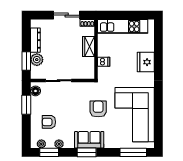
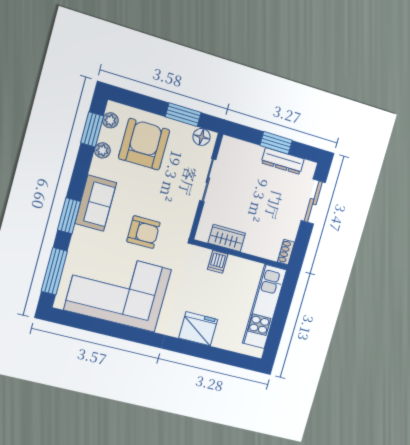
sliding door: (67, 15) -> (313, 202), moved
wardrobe: (89, 47) -> (227, 238), moved
plant: (37, 60) -> (251, 154), removed
window: (26, 61) -> (276, 143), moved
armchair: (49, 122) -> (144, 144), width x1.88, depth x1.88
window: (87, 152) -> (69, 216), moved

